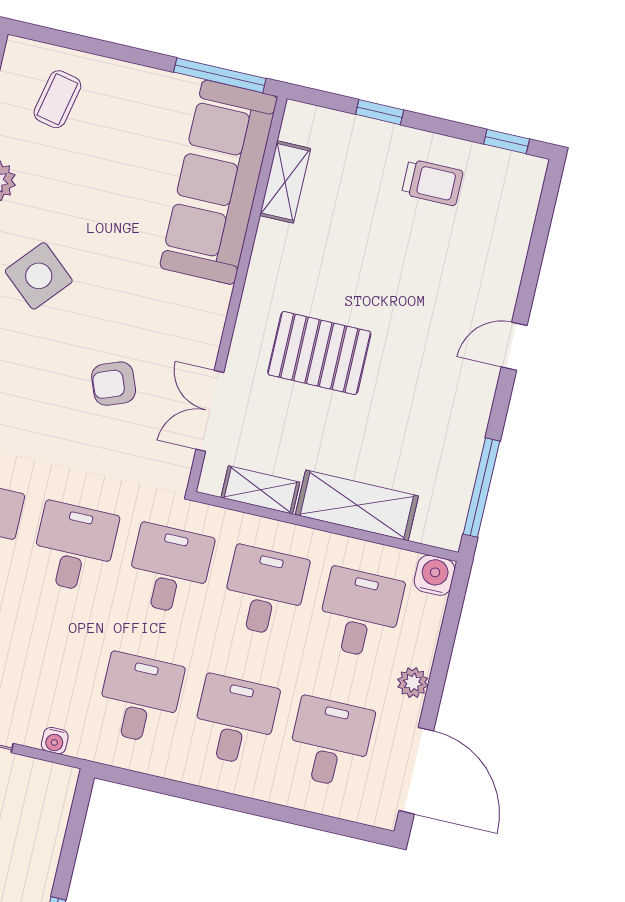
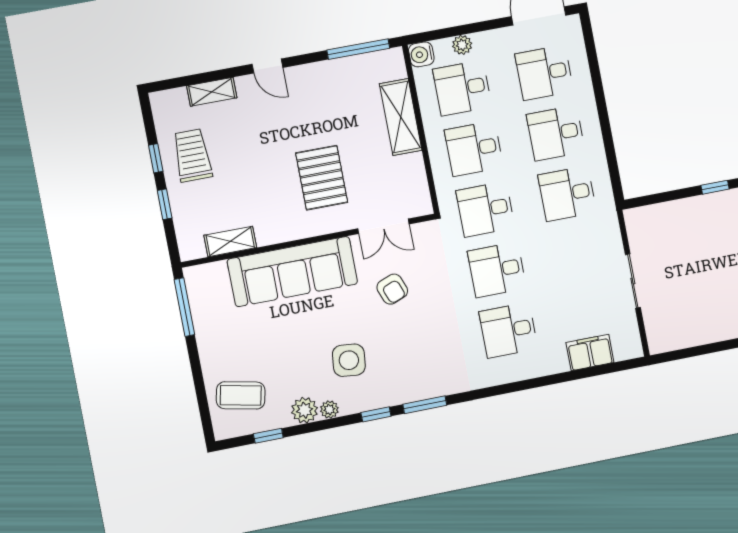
coffee table: (57, 99) -> (241, 395), width x1.36, depth x1.30
window: (507, 141) -> (156, 158), moved
sofa: (219, 182) -> (292, 272), moved
trolley: (432, 182) -> (192, 155), width x1.36, depth x1.39
side table: (39, 276) -> (349, 360), turned -35
shelving: (260, 490) -> (212, 92), moved, turned 90
plant: (413, 683) -> (462, 45), moved
water cooler: (55, 741) -> (613, 232), removed

